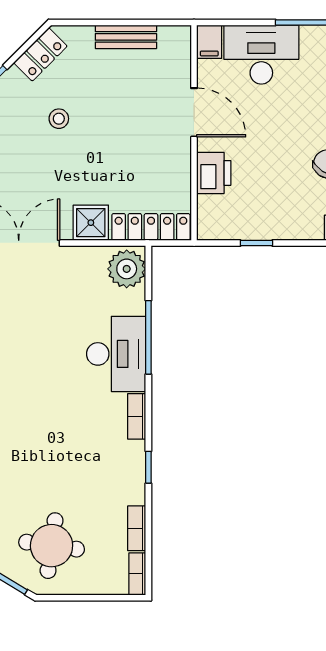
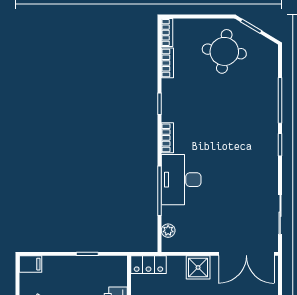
locker: (151, 227) -> (148, 265), width x0.66
plant: (127, 269) -> (168, 231), width x0.53, depth x0.53

